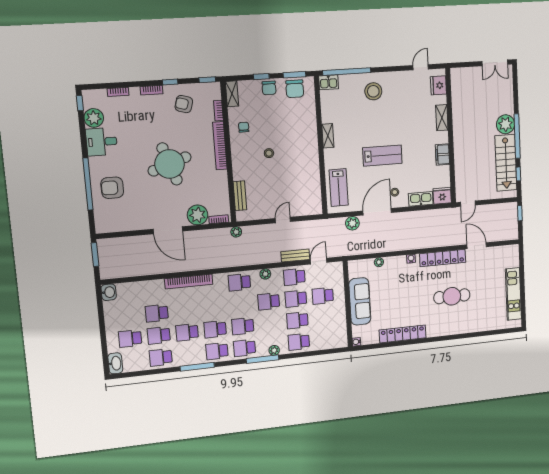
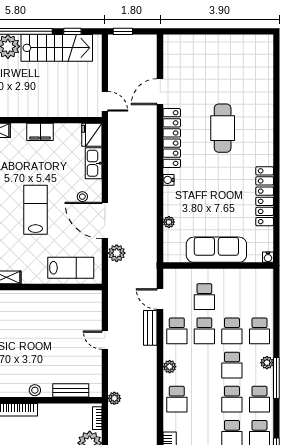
stool: (269, 153) -> (35, 390), moved
kitchen unit: (513, 294) -> (228, 44), removed
school desk: (269, 301) -> (232, 365), moved

